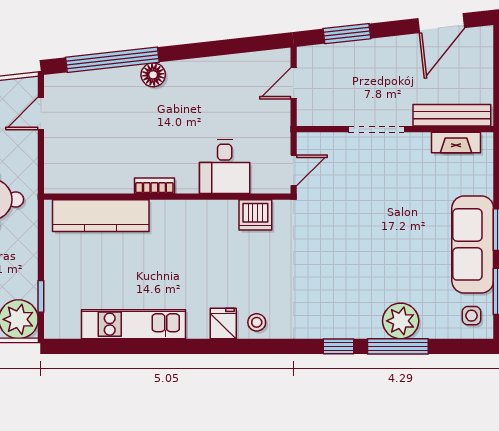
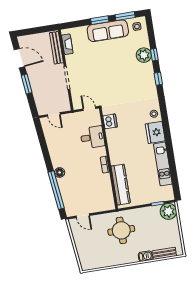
window: (347, 34) -> (27, 84), moved
fridge: (223, 323) -> (155, 132), width x1.88, depth x1.34
window: (398, 346) -> (154, 55), width x0.46

